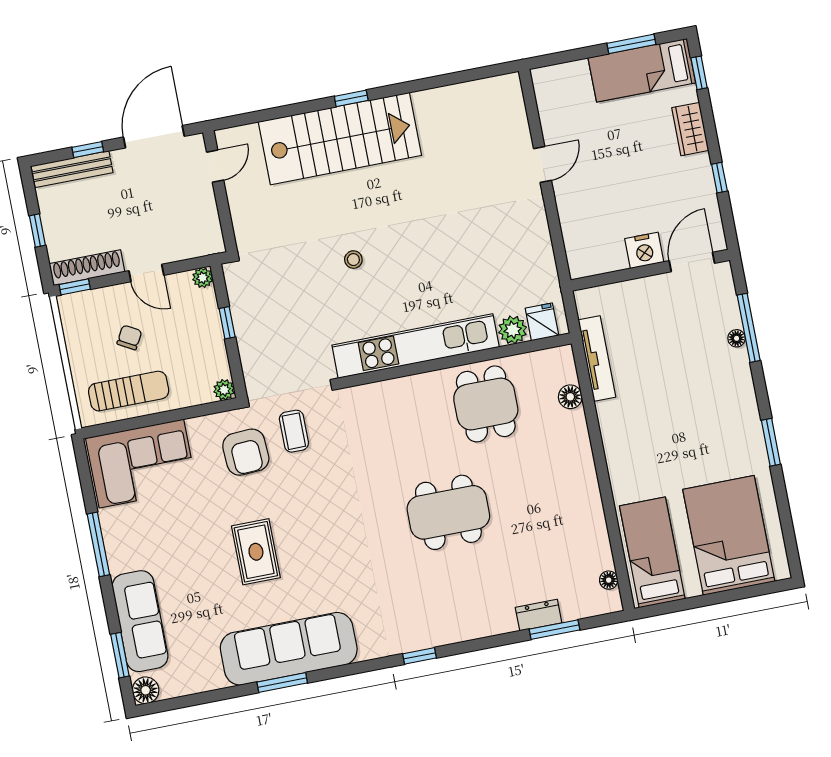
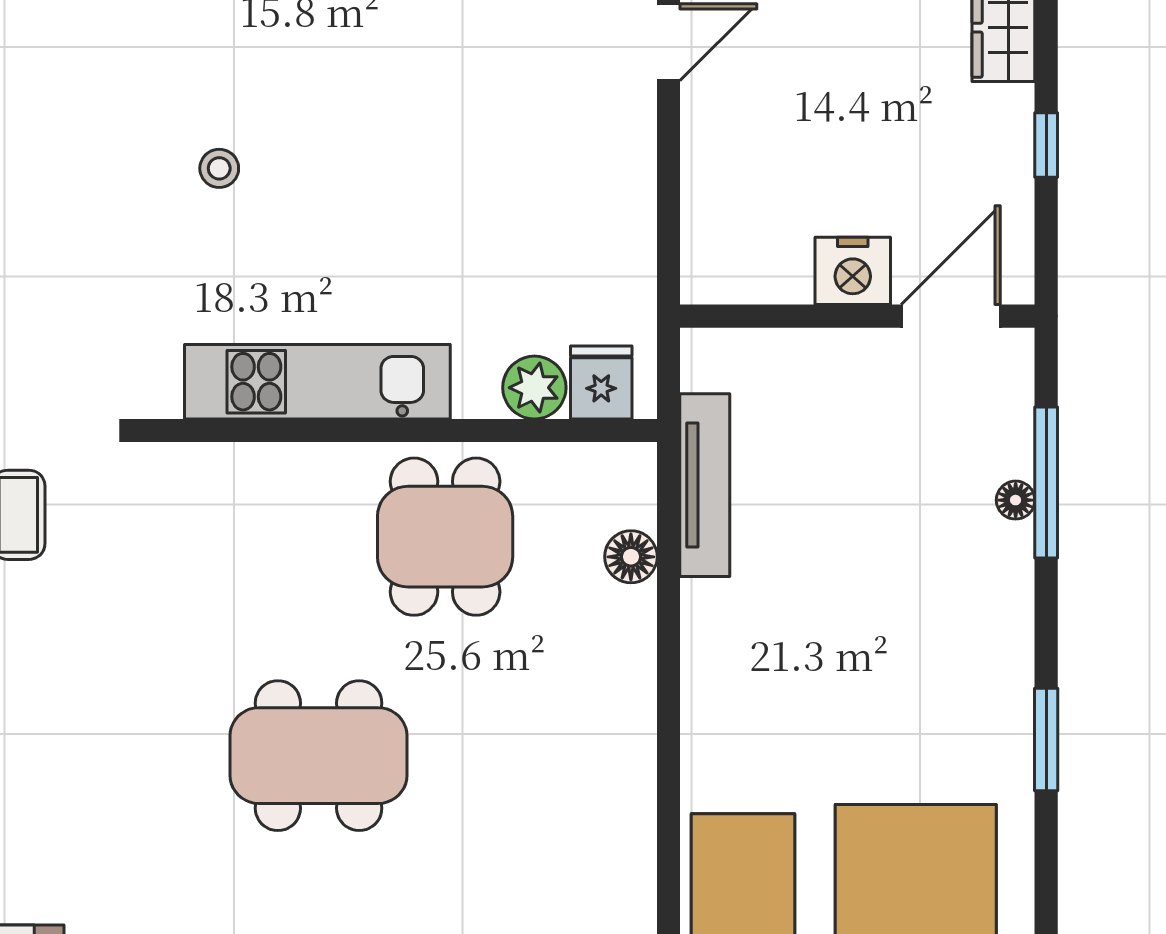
kitchen unit: (416, 346) -> (317, 382), width x0.73

